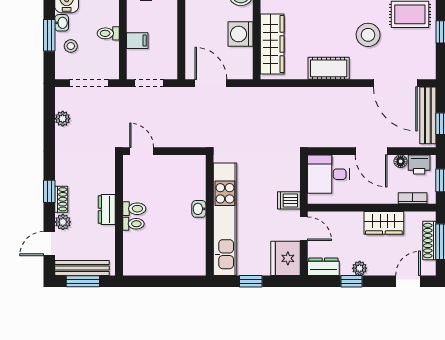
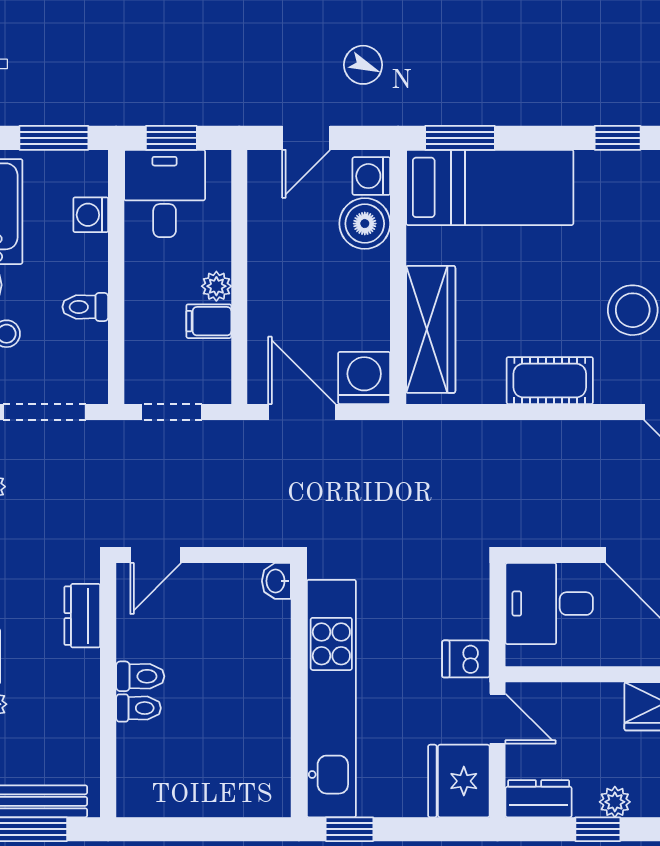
plant: (170, 23) -> (216, 286), added
washing machine: (241, 34) -> (364, 378), moved, turned 90
filing cabinet: (137, 41) -> (209, 321), moved, turned 180
door: (142, 151) -> (156, 555), swing flipped
dresser: (107, 209) -> (82, 616), moved
washbasin: (199, 209) -> (276, 581), moved
window: (251, 281) -> (350, 829), moved

